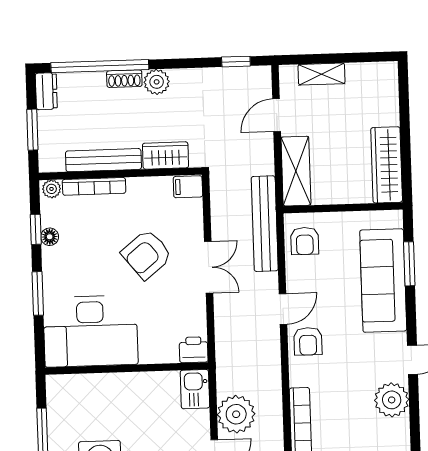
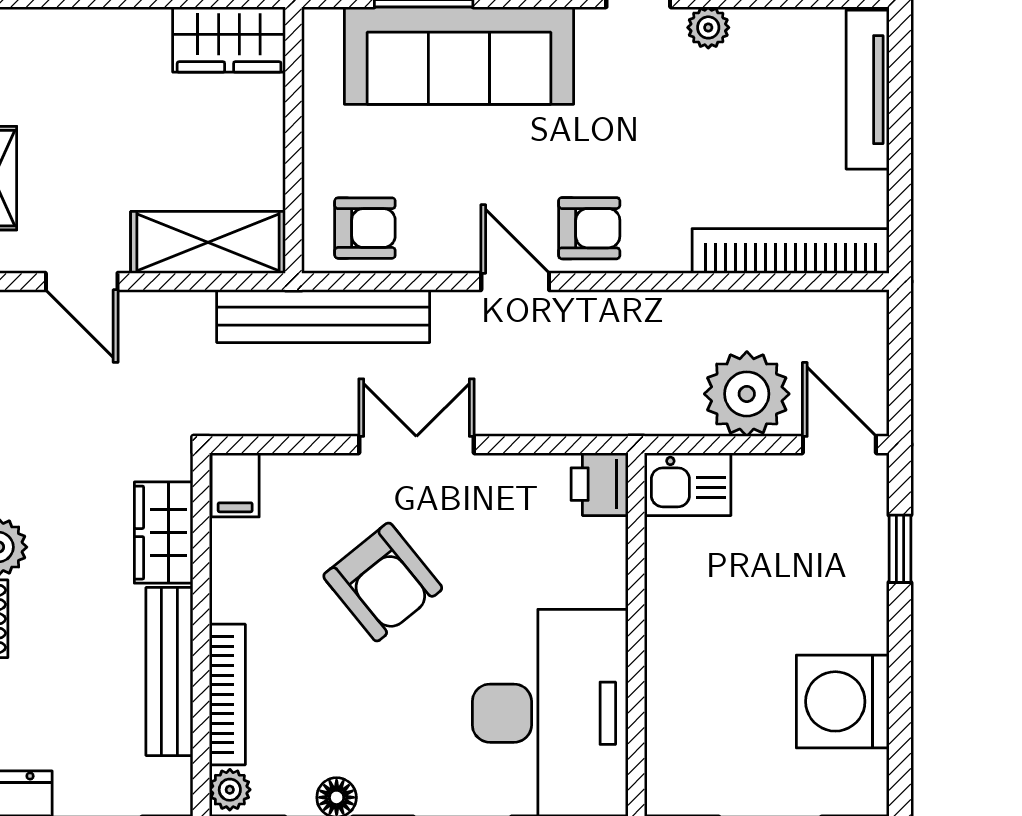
wardrobe: (387, 165) -> (229, 40), width x0.67
plant: (392, 400) -> (708, 27), width x0.53, depth x0.53

